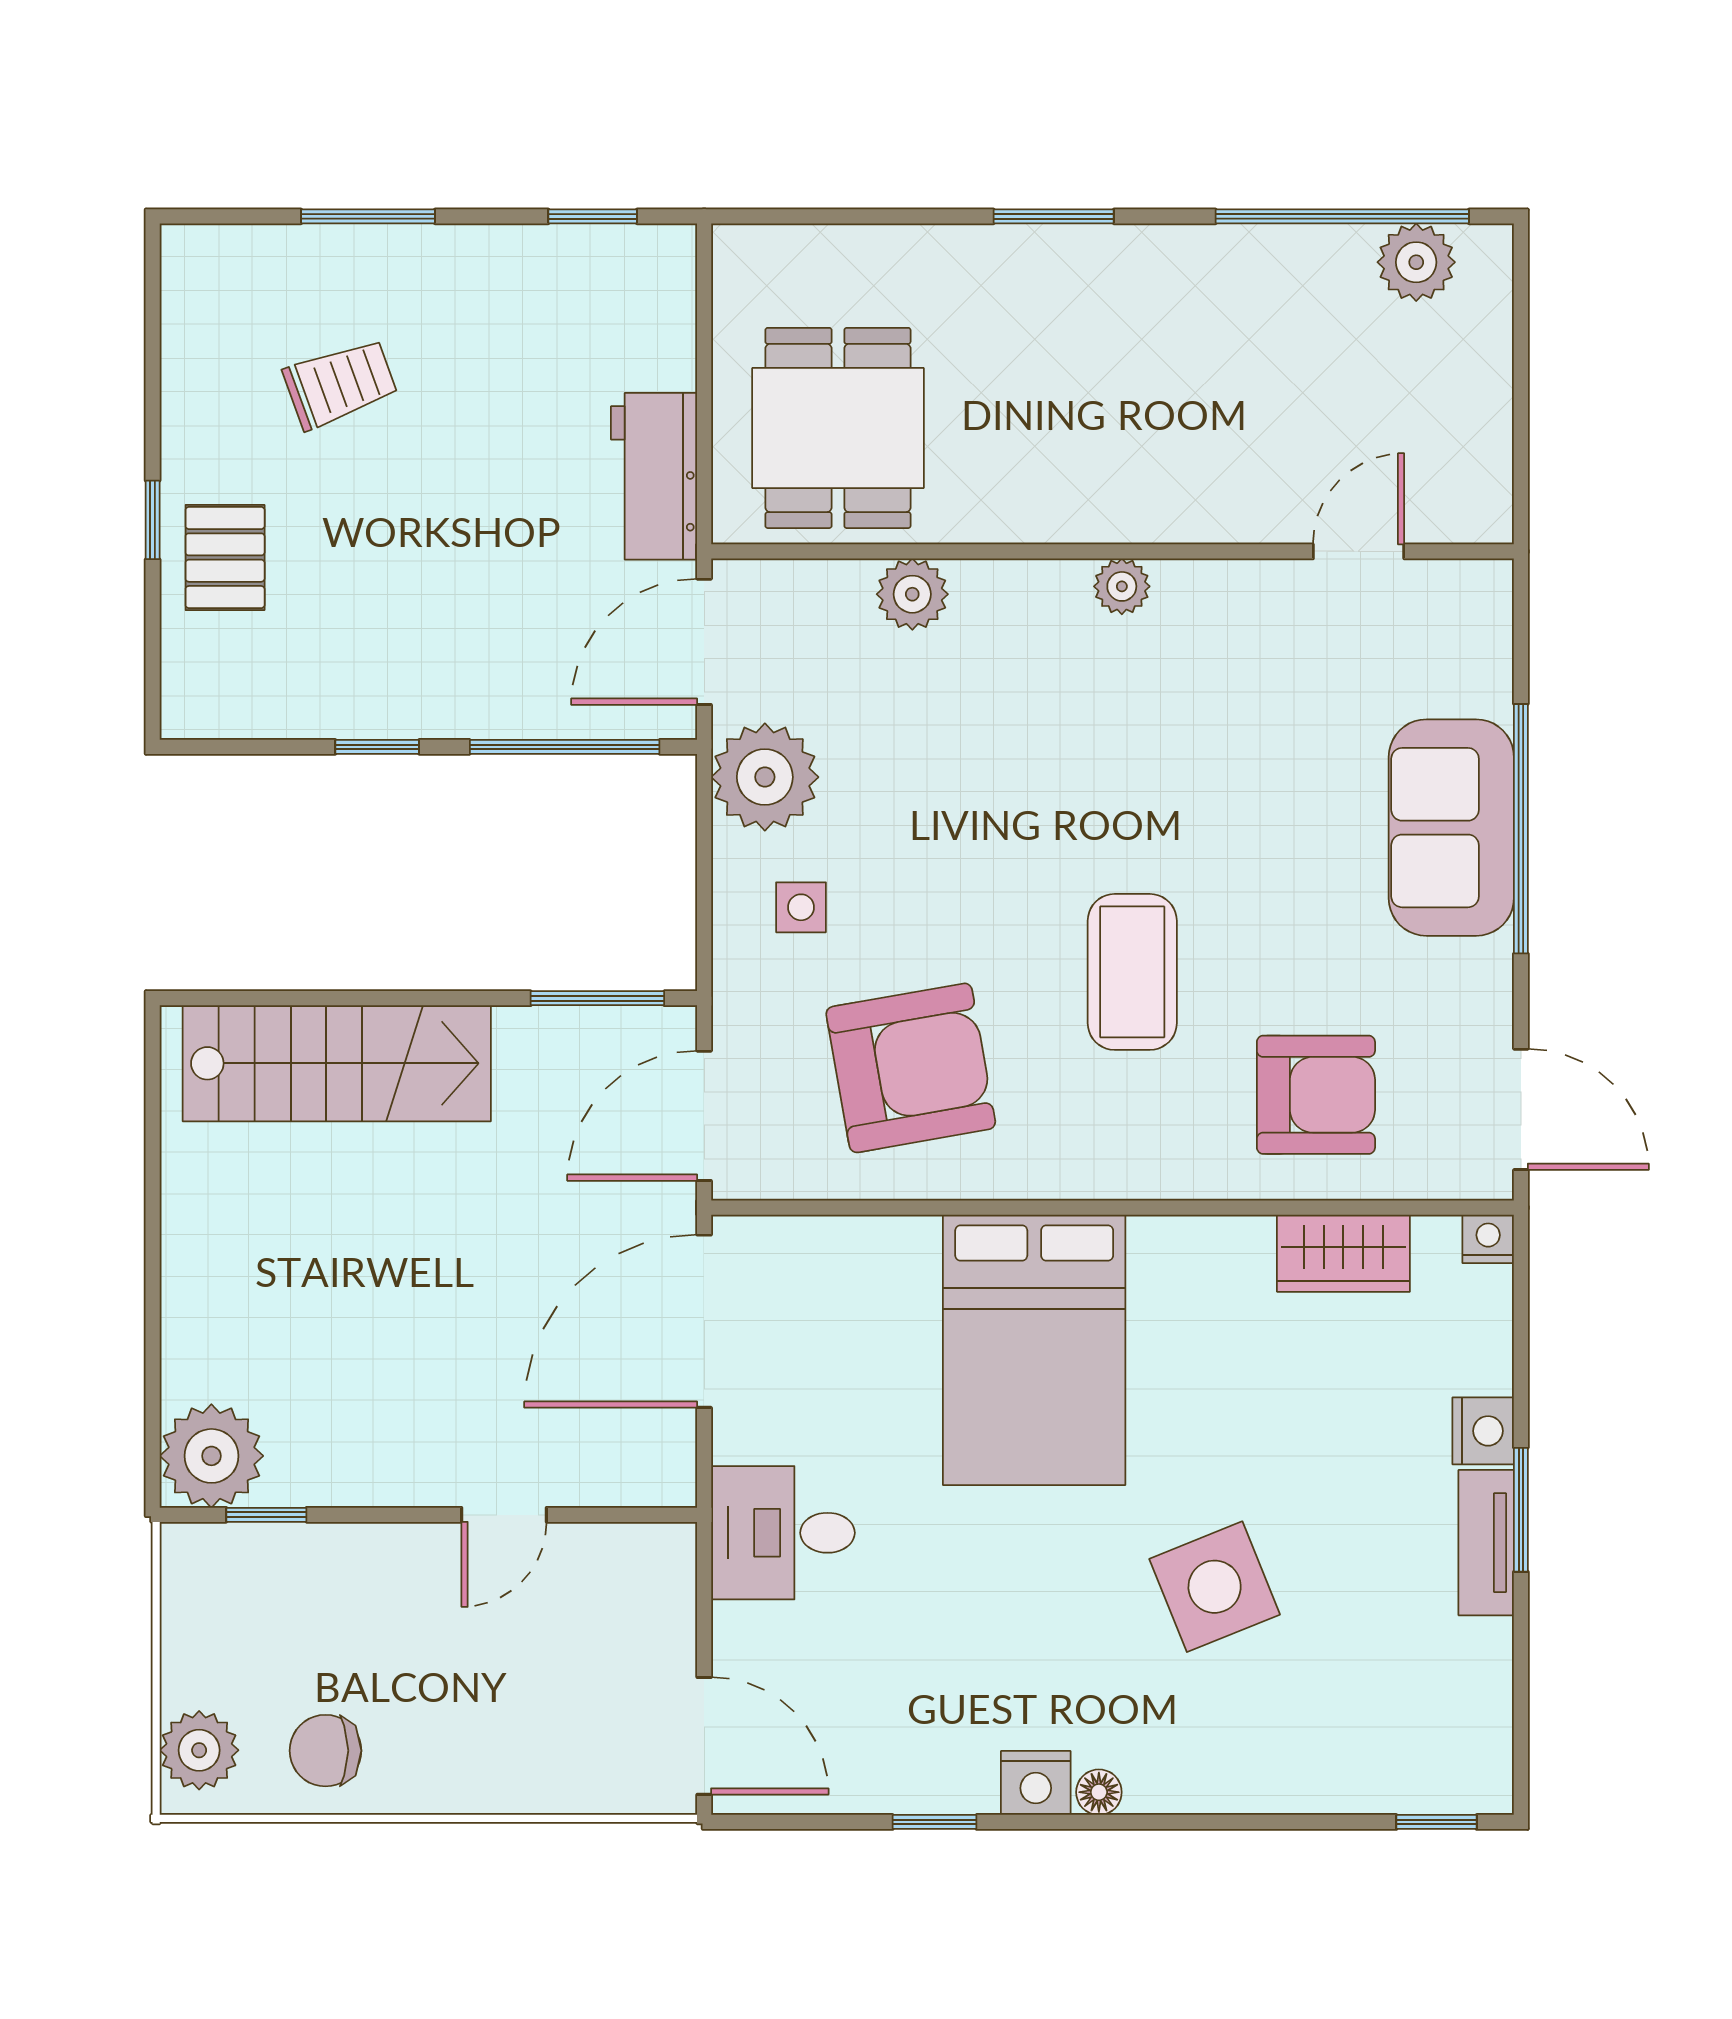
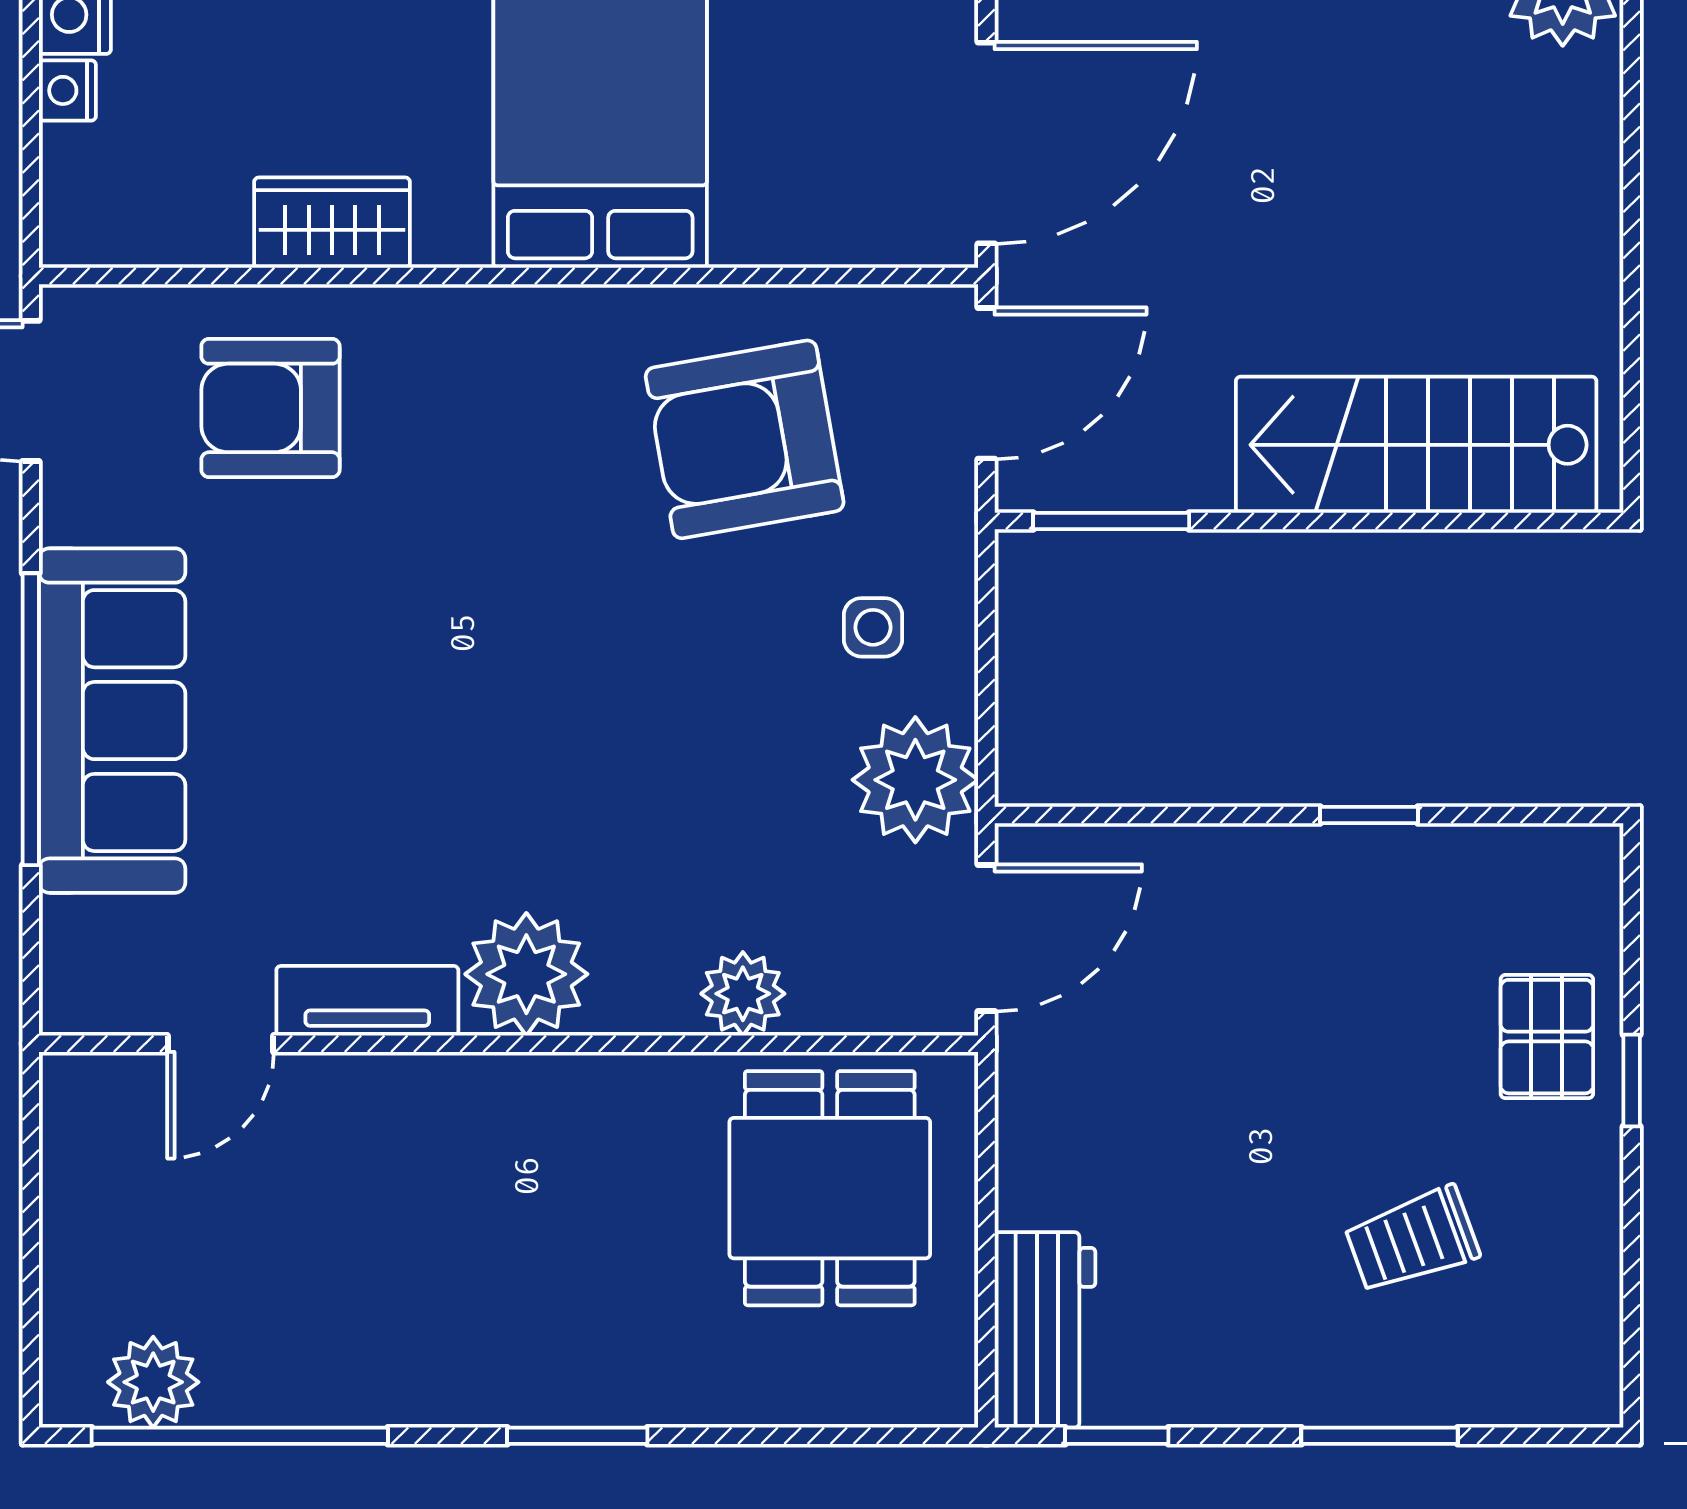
workbench: (654, 476) -> (1045, 1330), moved
plant: (1122, 586) -> (526, 974), width x1.88, depth x1.88
tv unit: (1233, 588) -> (367, 1001), added
window: (565, 747) -> (1150, 815), removed
sofa: (1451, 828) -> (112, 721), width x1.36
coffee table: (1132, 972) -> (485, 552), removed
nightstand: (1488, 1239) -> (67, 90), moved, turned 90
wardrobe: (1343, 1253) -> (332, 223), moved

